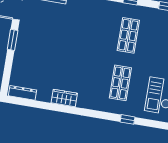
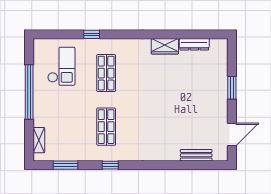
window: (13, 40) -> (232, 88), moved
dresser: (22, 93) -> (194, 44), moved

